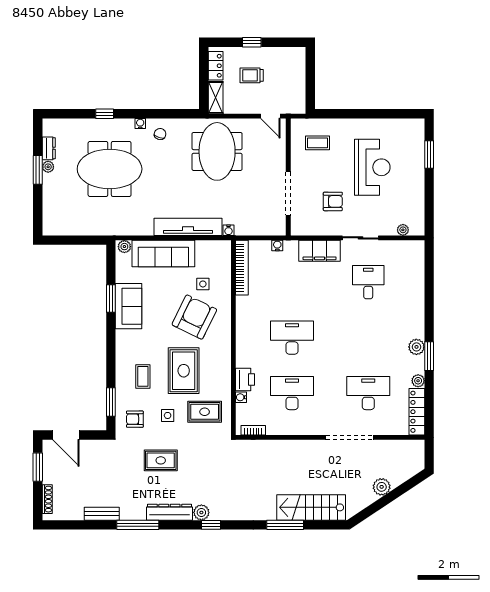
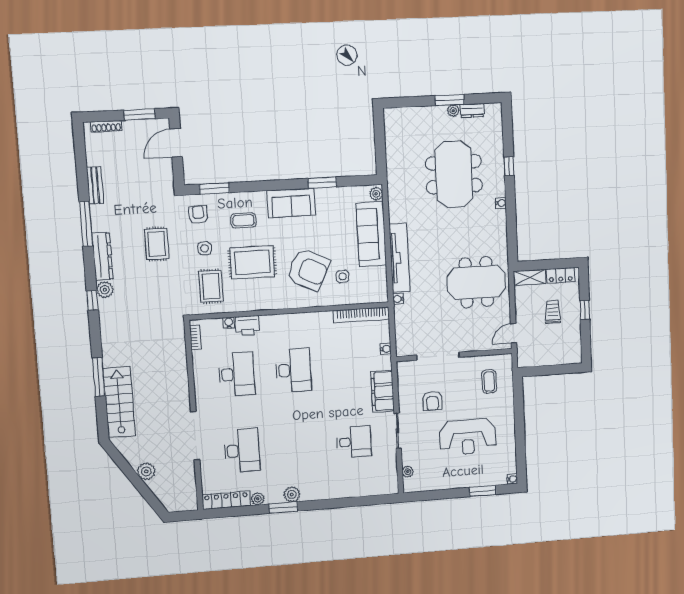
water cooler: (419, 124) -> (512, 479), added
chair: (160, 134) -> (491, 224), removed
sofa: (129, 306) -> (291, 203), moved

